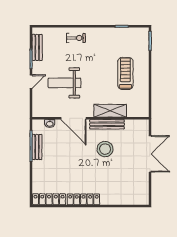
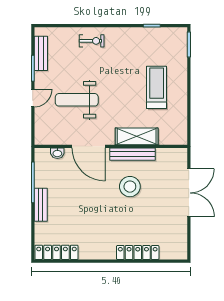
bench: (37, 147) -> (41, 205), moved
locker: (83, 199) -> (138, 253), moved

